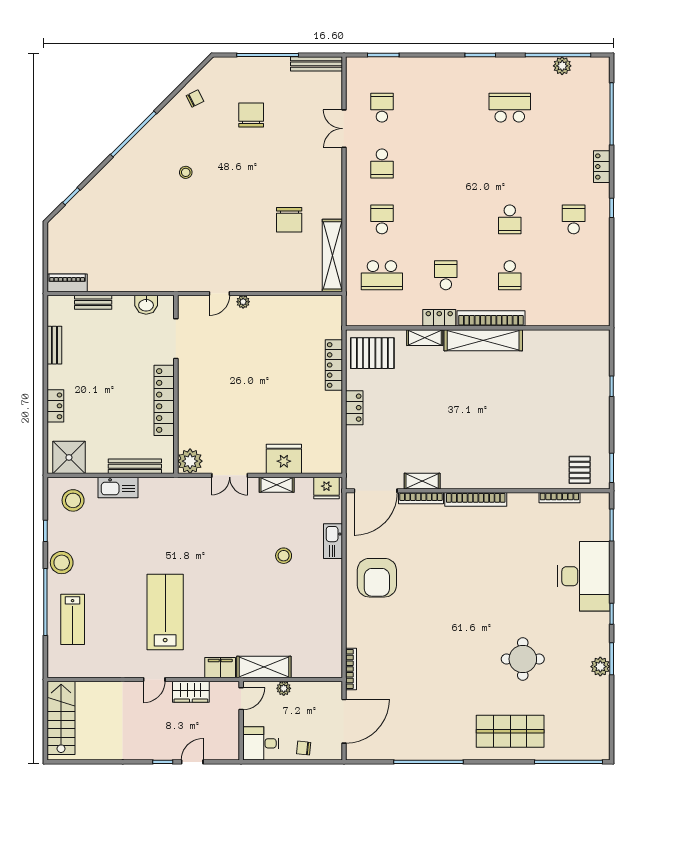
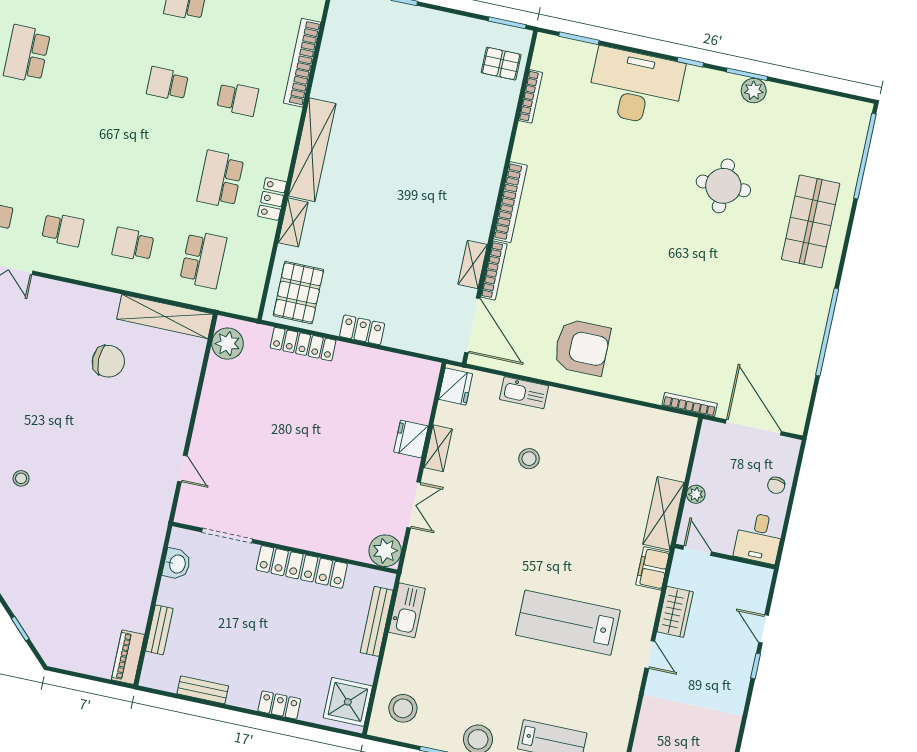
school desk: (510, 219) -> (167, 84), turned 180
school desk: (446, 275) -> (220, 179), width x1.85
plant: (243, 302) -> (228, 344), moved, width x1.88, depth x1.88
bookcase: (491, 318) -> (302, 63), moved
fridge: (284, 459) -> (411, 439), width x0.73, depth x0.75
kitchen sink: (118, 487) -> (407, 610), moved

